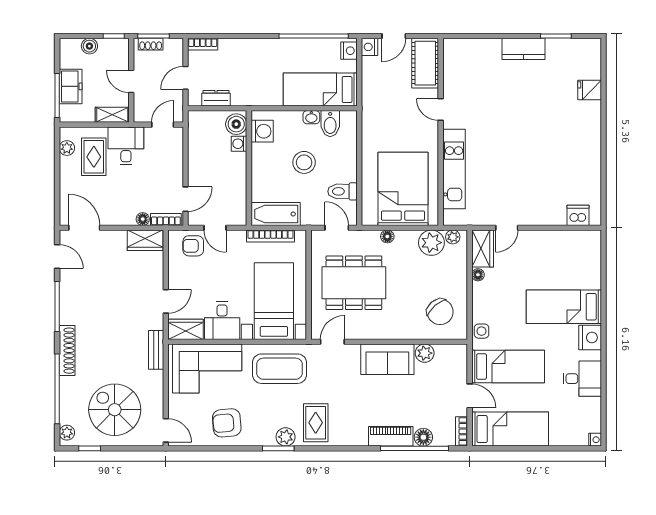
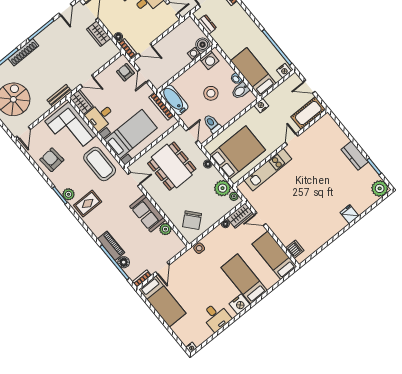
nightstand: (369, 47) -> (261, 106), moved
plant: (588, 51) -> (380, 188), added
fridge: (590, 90) -> (349, 214), moved
wardrobe: (145, 240) -> (99, 34), moved
bed: (508, 367) -> (274, 255), moved, turned 180

